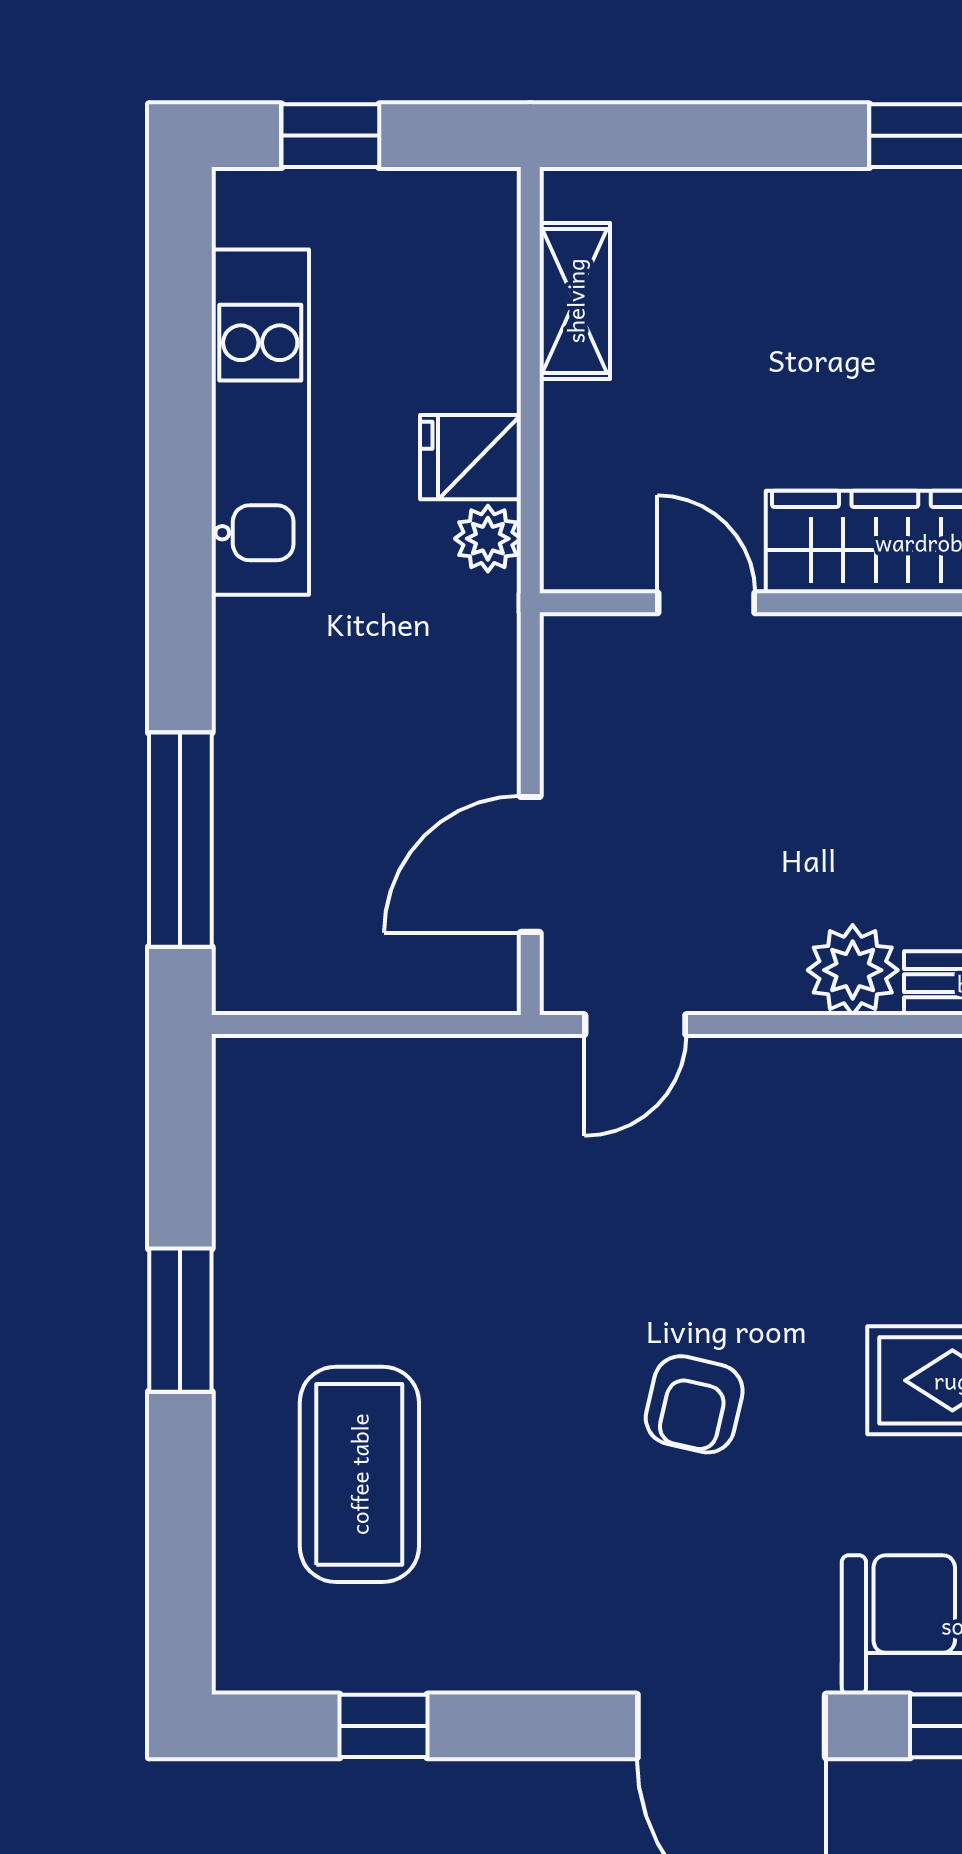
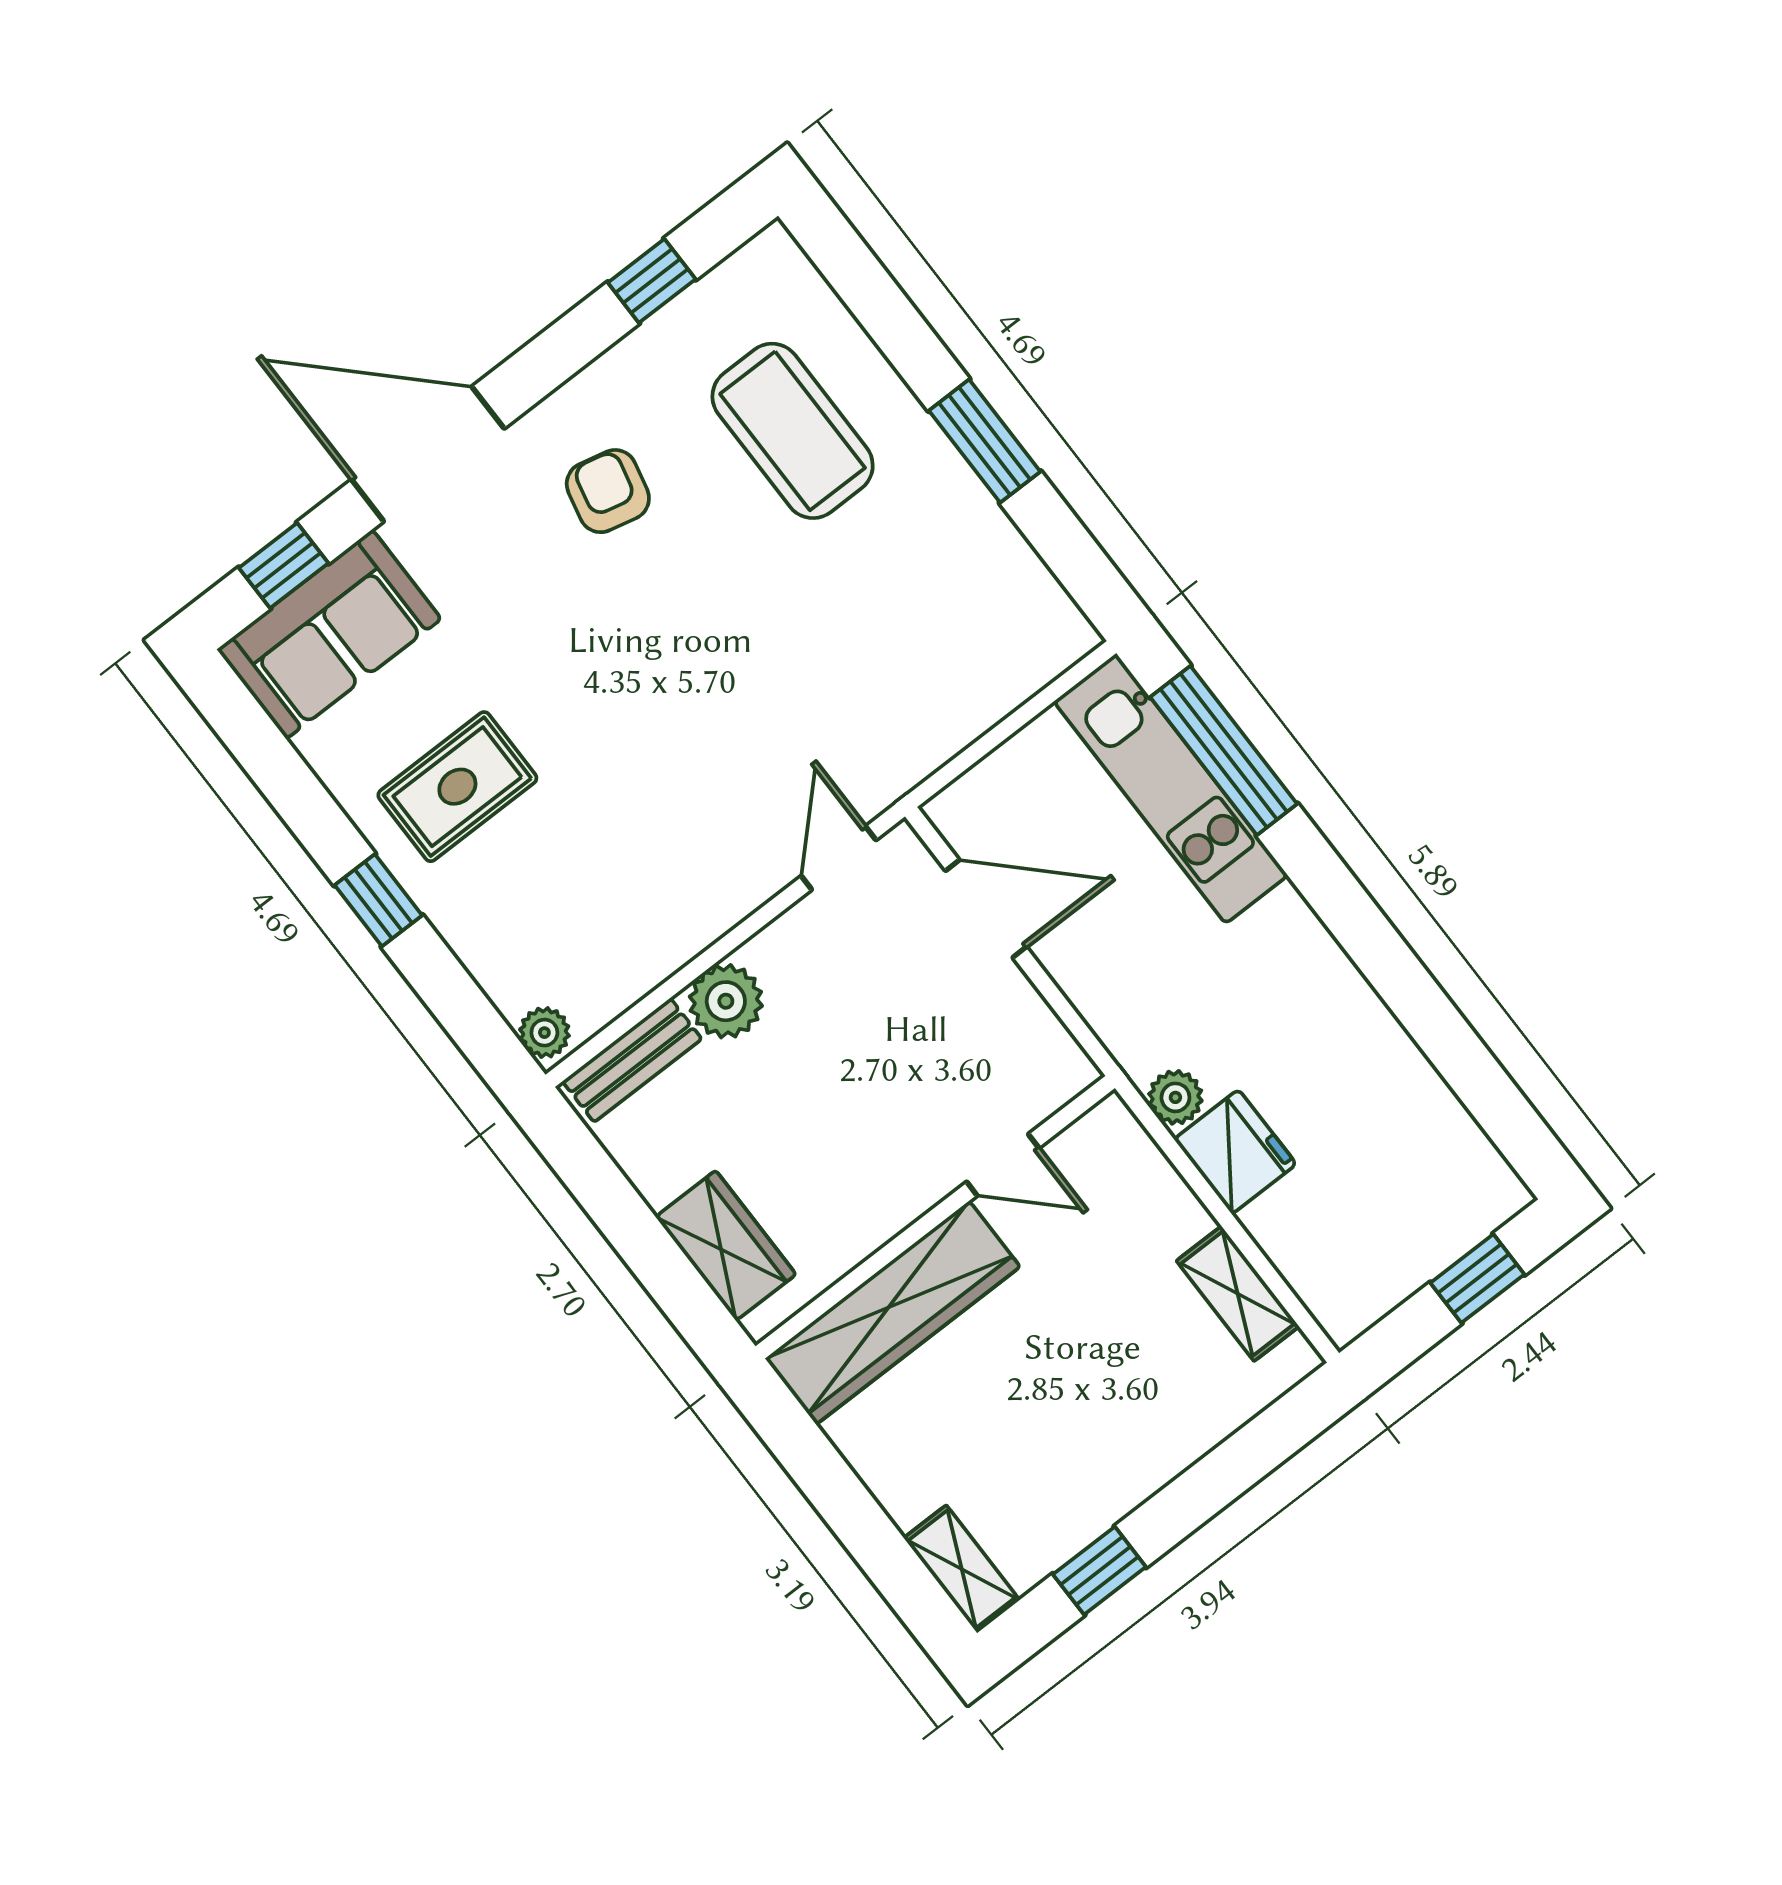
kitchen unit: (260, 422) -> (1171, 789), moved
fridge: (471, 457) -> (1235, 1152), width x1.38
door: (530, 864) -> (986, 909), hinge flipped
armchair: (694, 1404) -> (608, 491), moved

